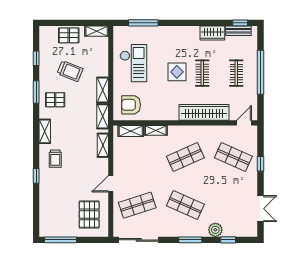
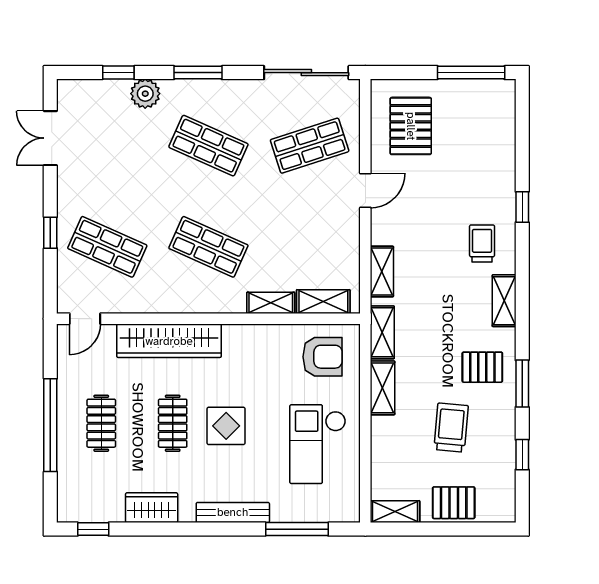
bench: (238, 31) -> (233, 512), moved, width x1.36
trolley: (70, 71) -> (451, 428), turned 73
shop shelf: (185, 157) -> (208, 247), turned 48

